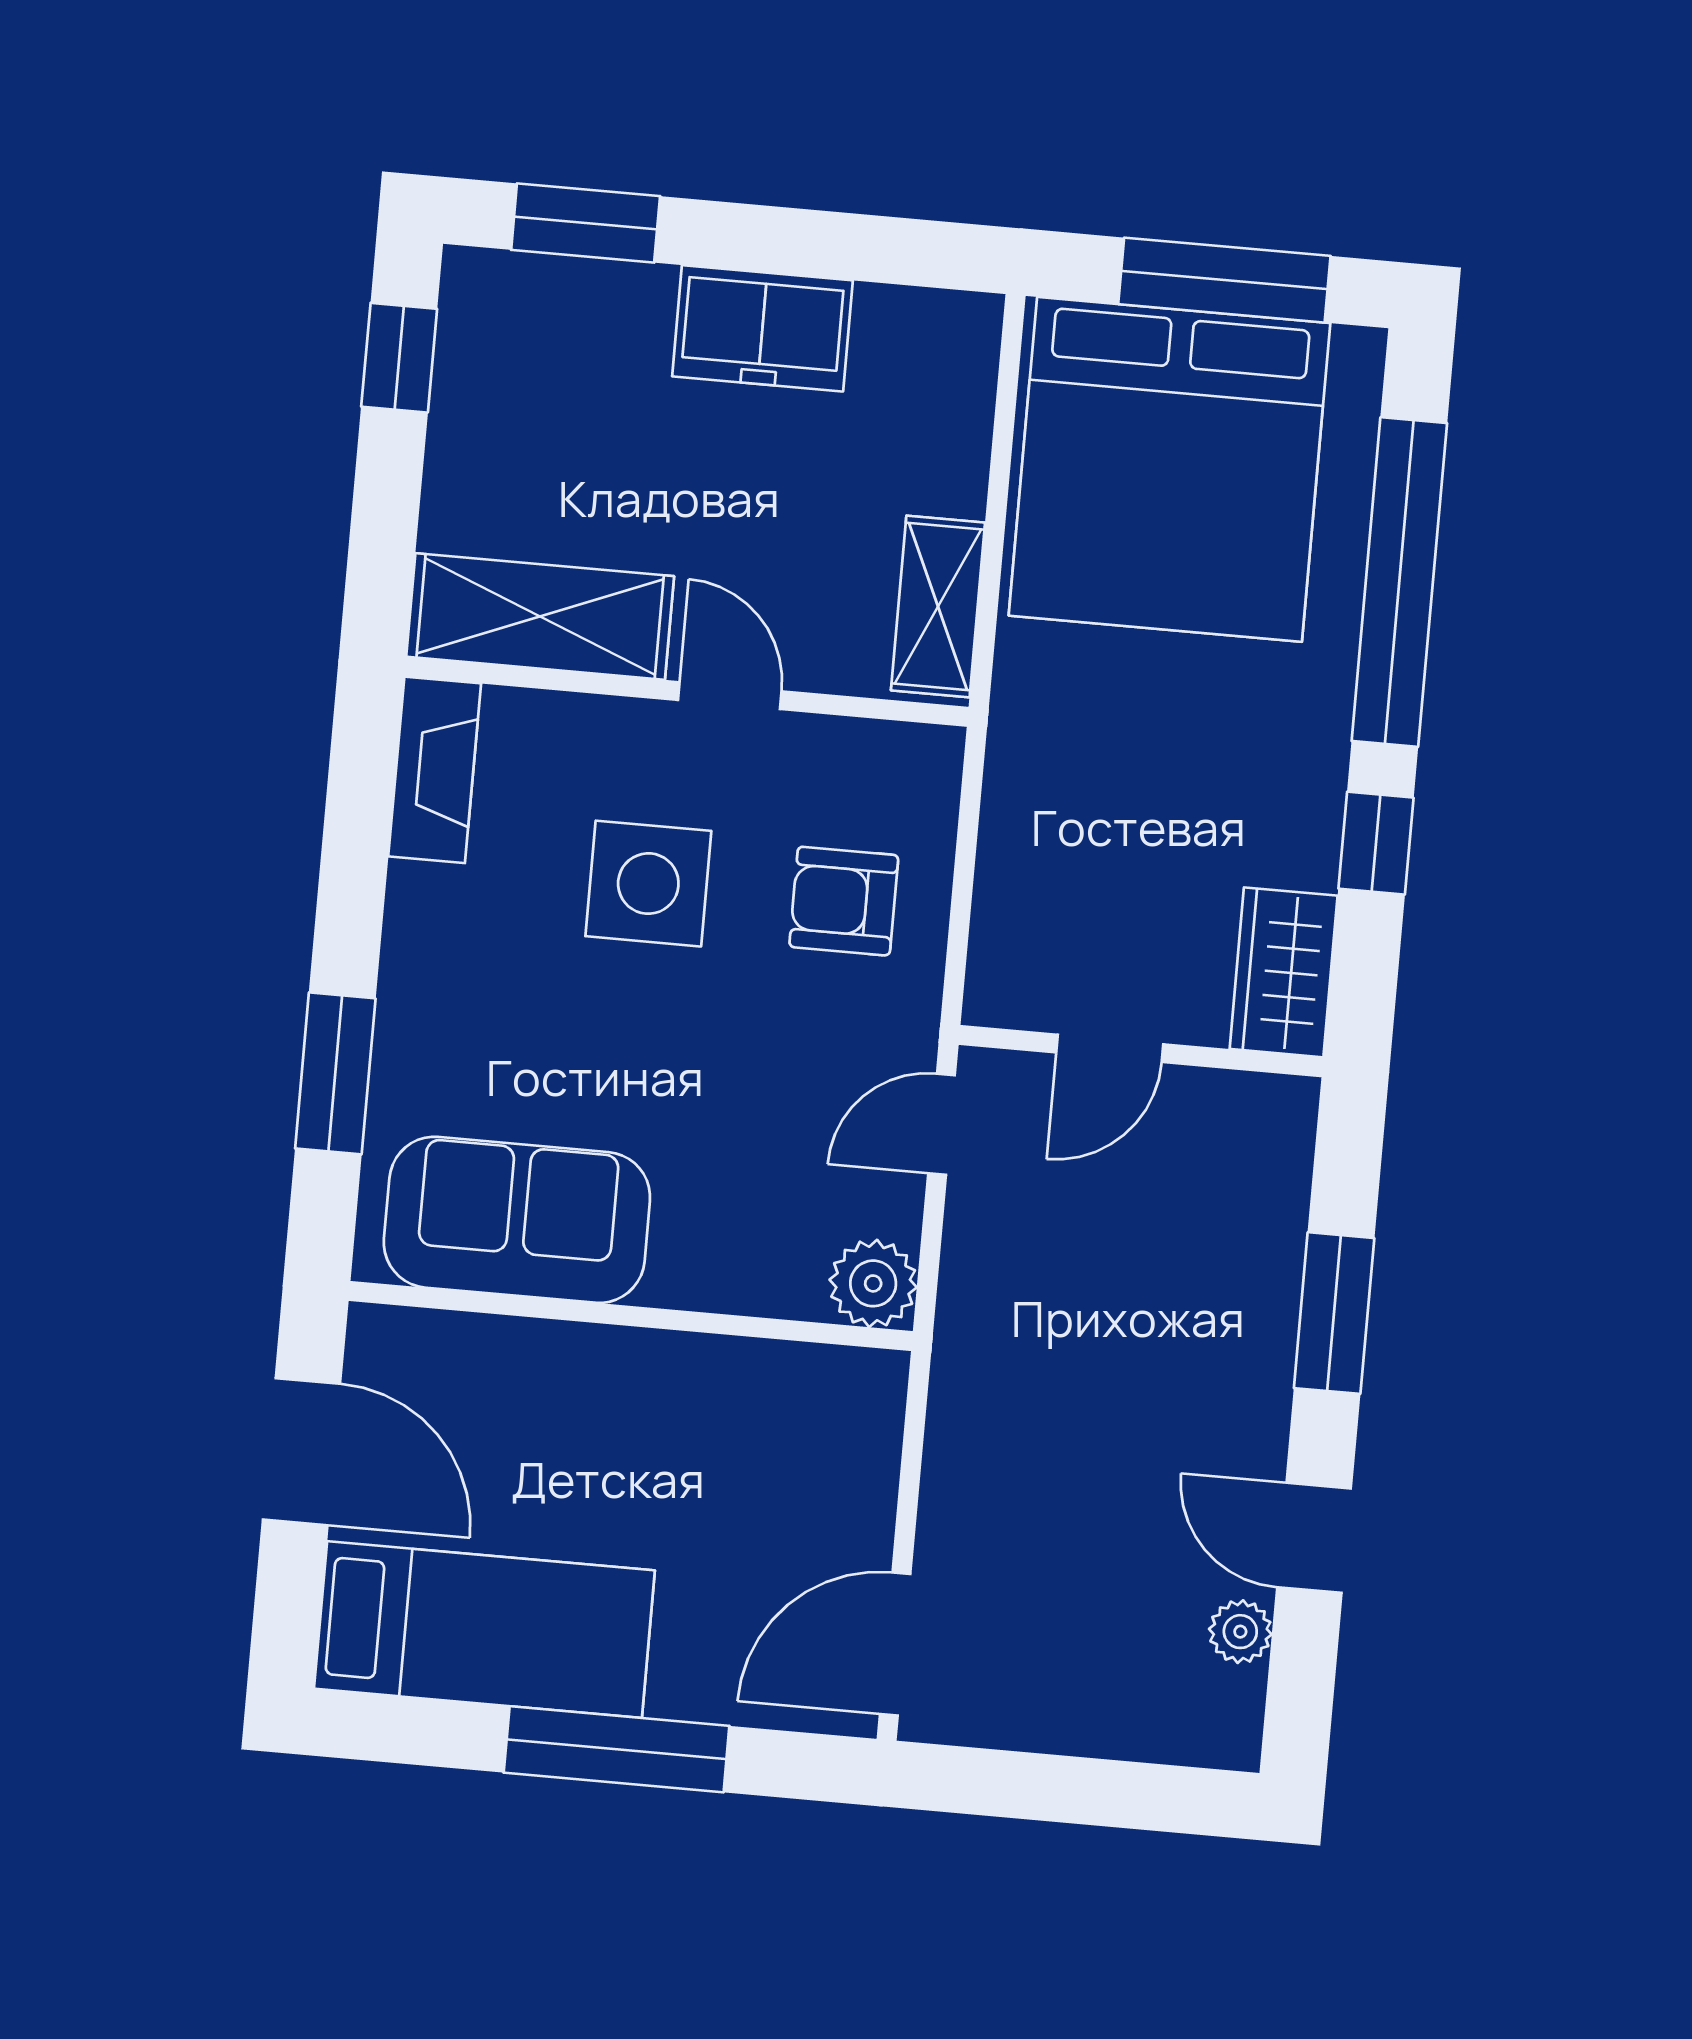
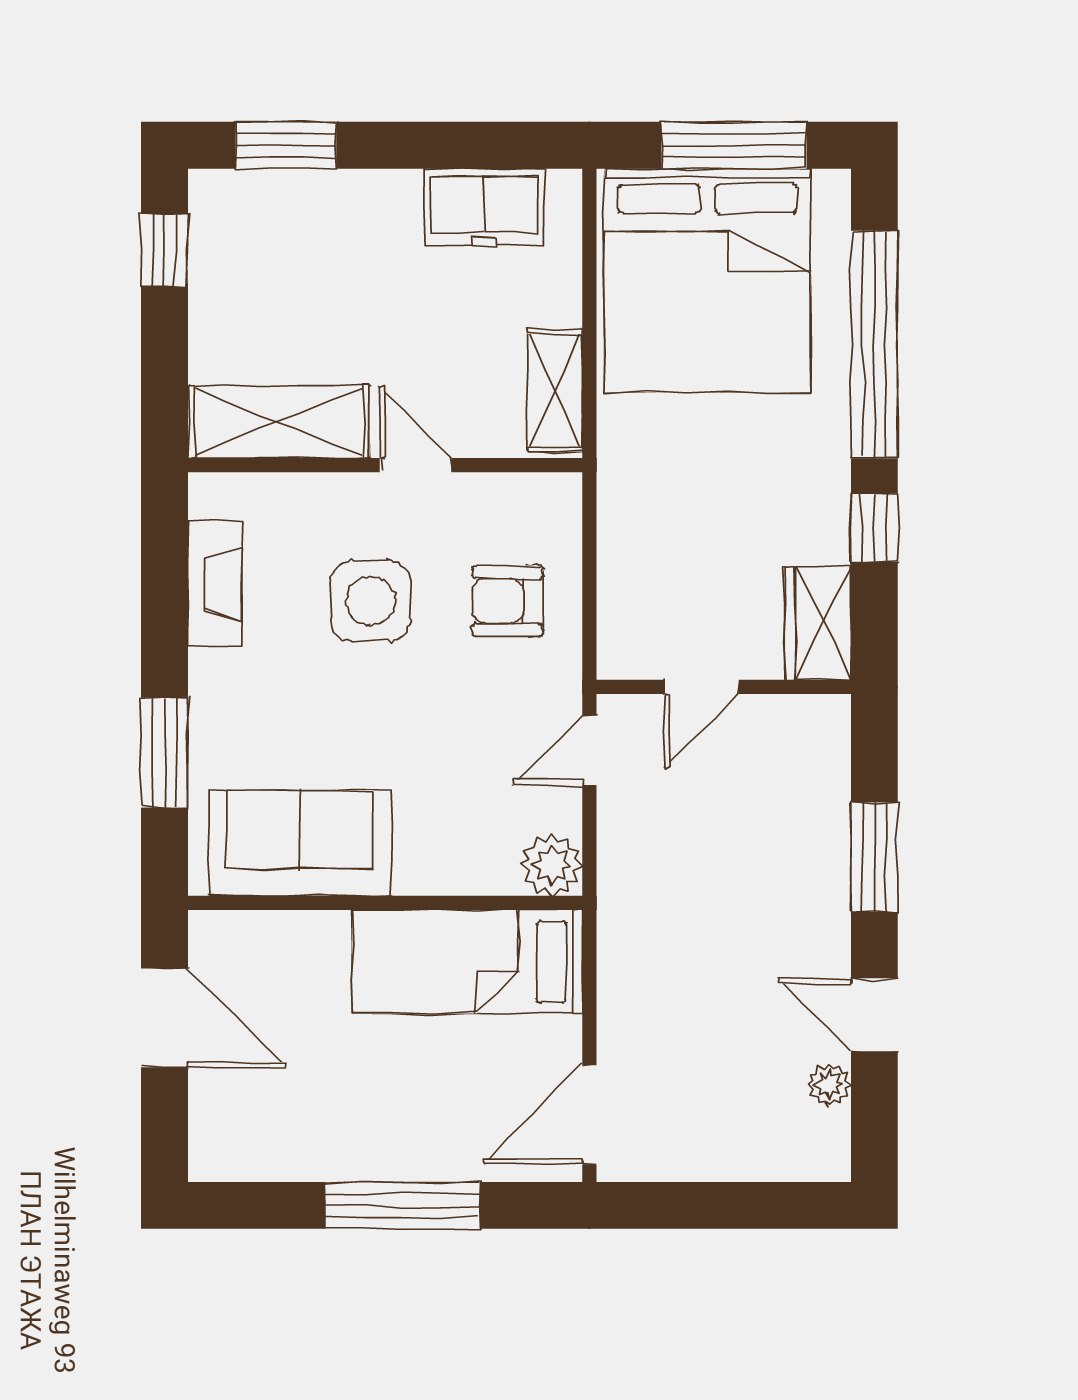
freezer: (763, 328) -> (484, 208), moved
fireplace: (435, 770) -> (215, 584), moved
bed: (484, 1630) -> (467, 962), moved, turned 180

